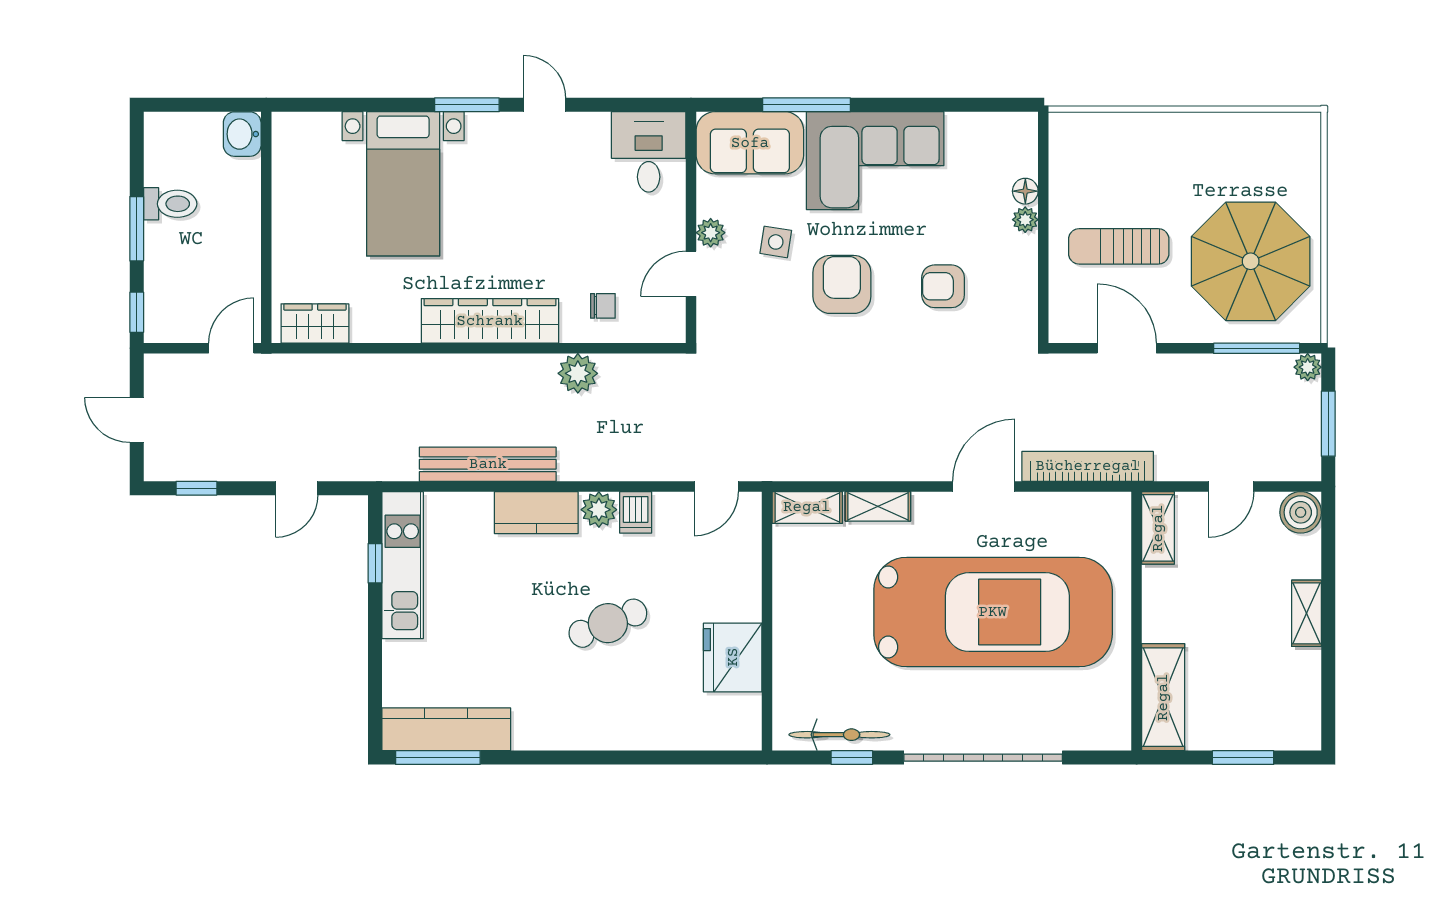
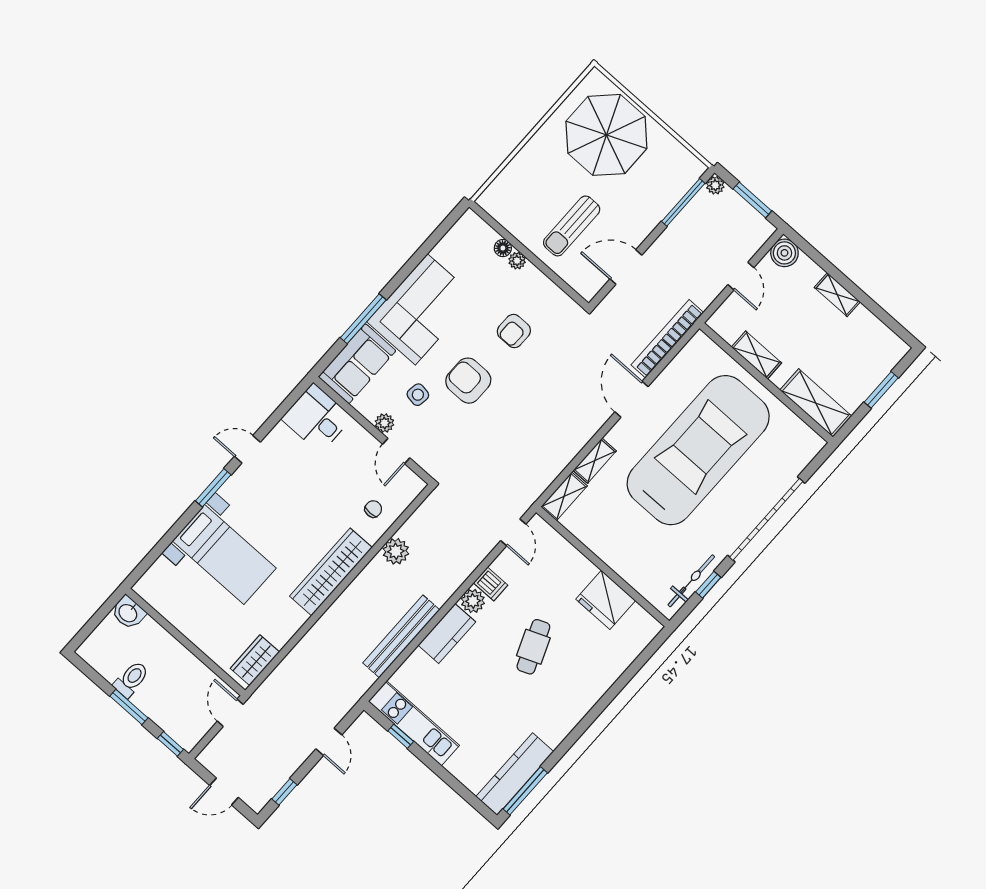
parasol: (1251, 261) -> (606, 135), moved
shelving: (1158, 528) -> (756, 355), moved

